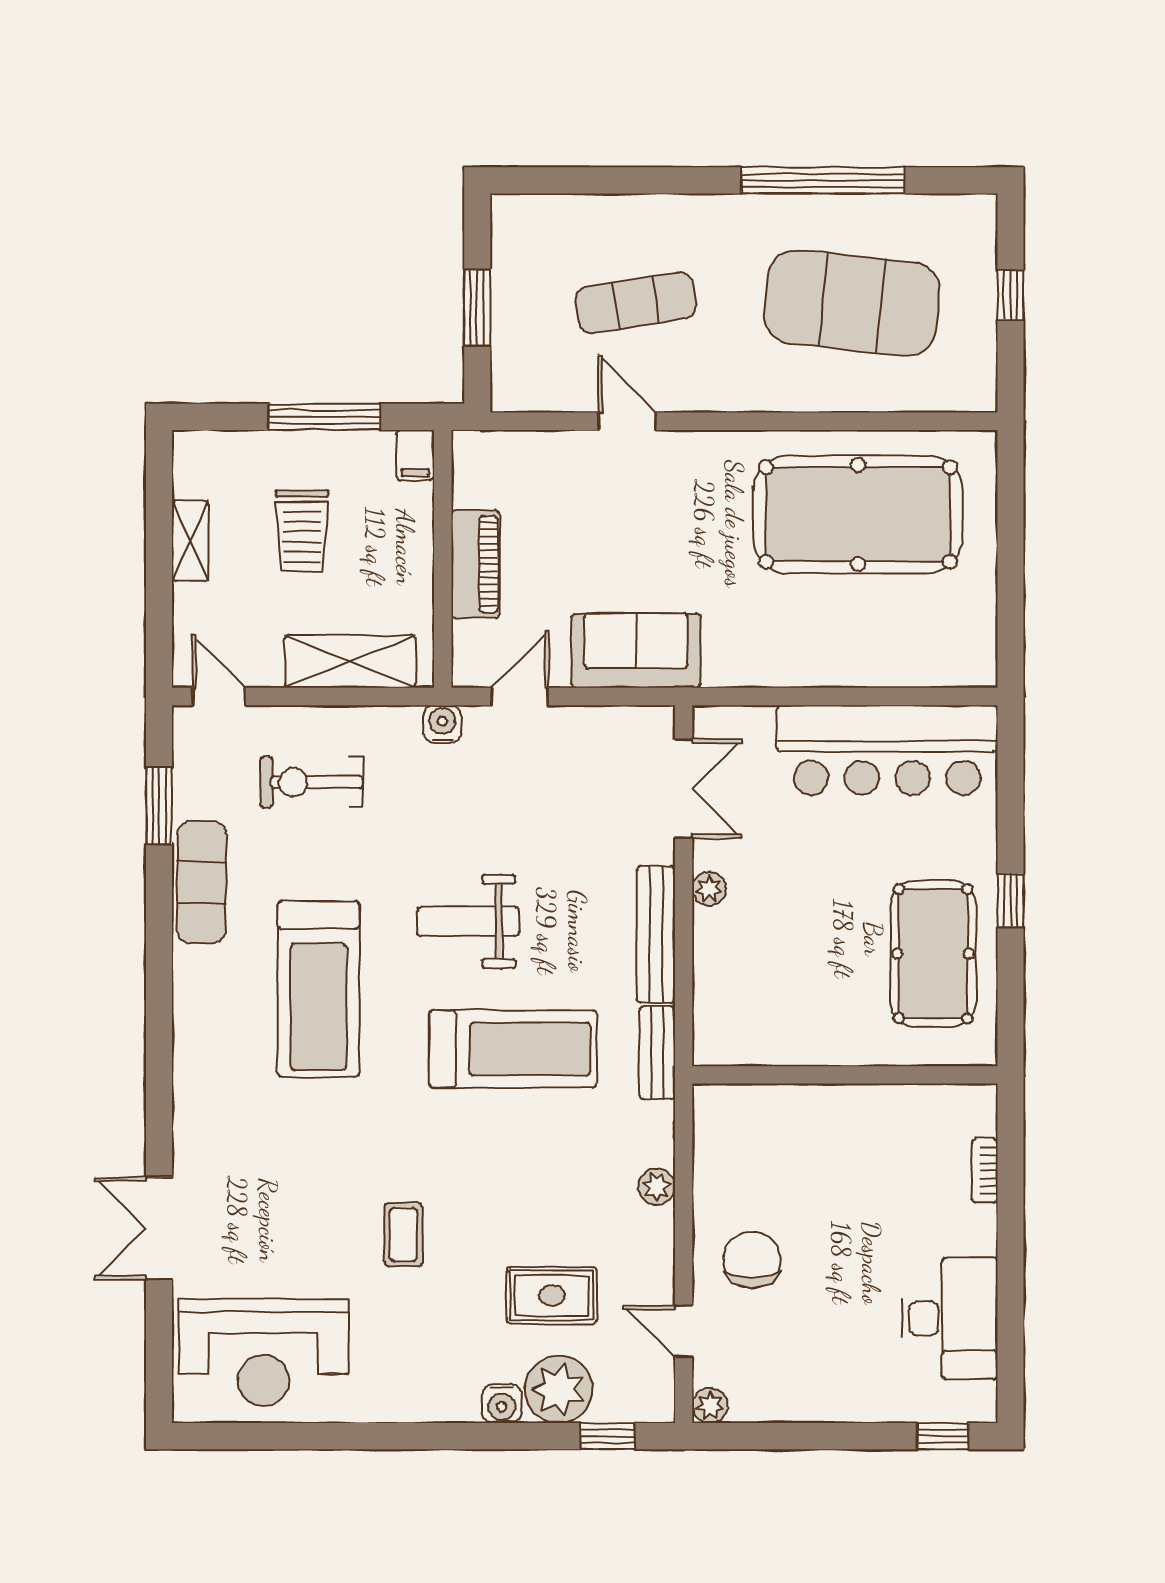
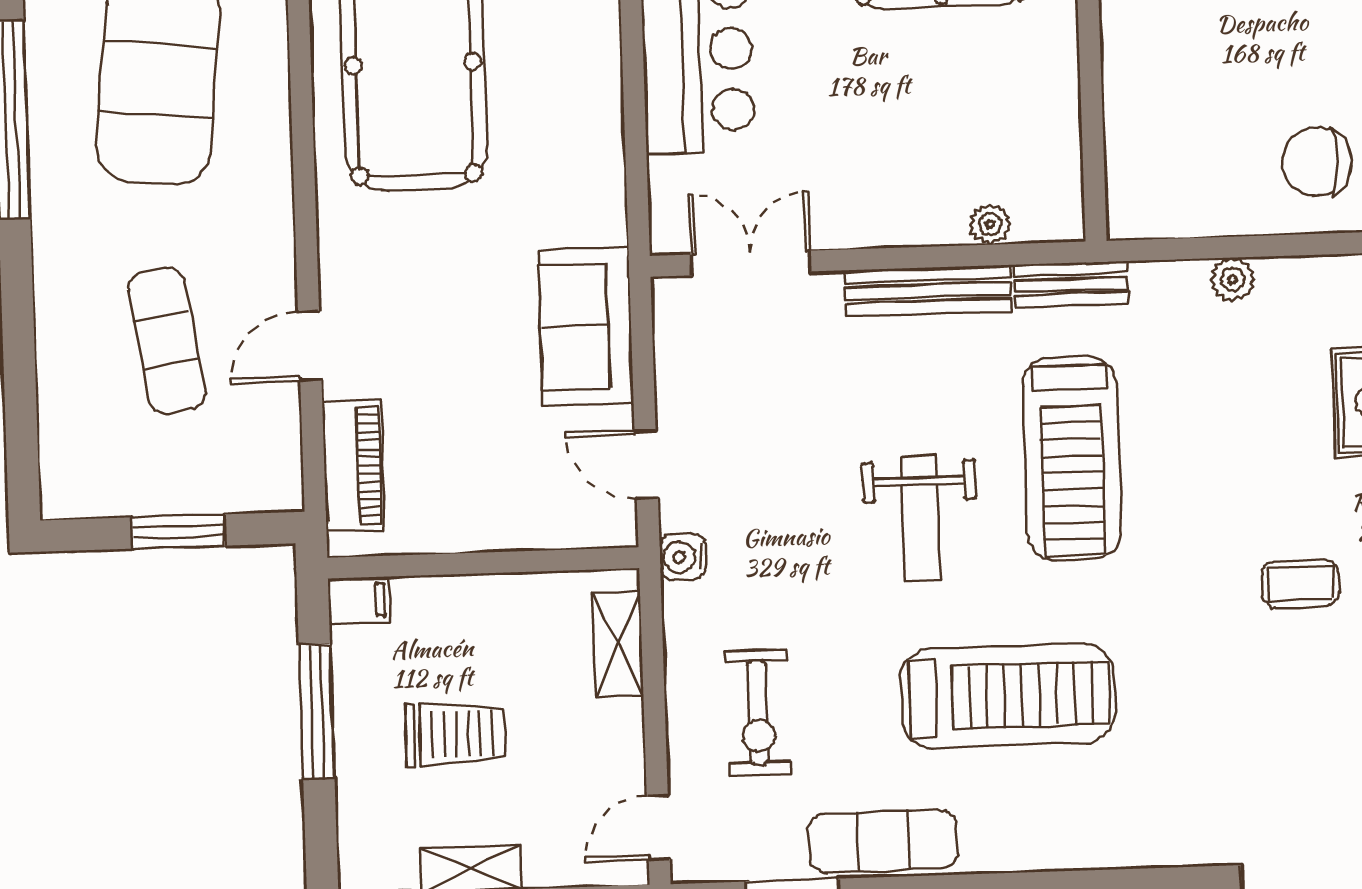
piano: (475, 564) -> (353, 466), moved, turned 90
shelving: (350, 662) -> (618, 644), width x0.67, depth x0.75
plant: (709, 889) -> (990, 224), moved
treadmill: (513, 1049) -> (1072, 458), turned 180

